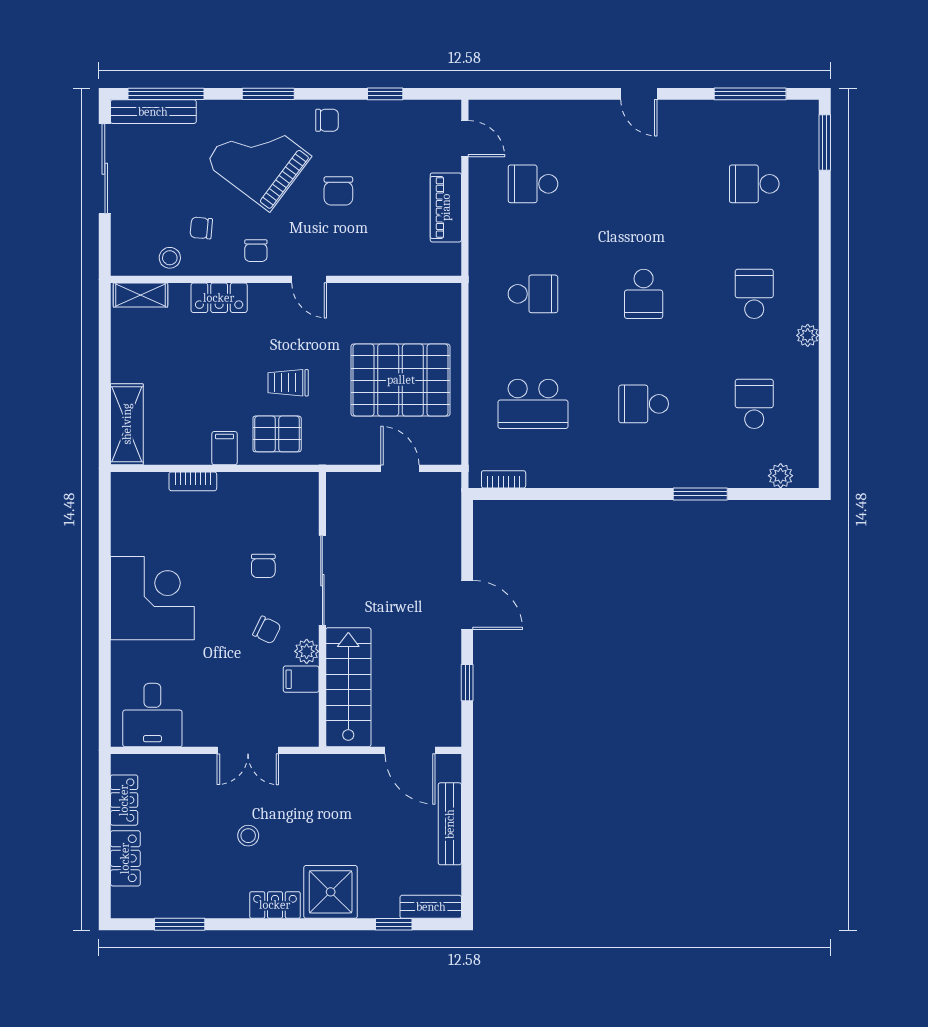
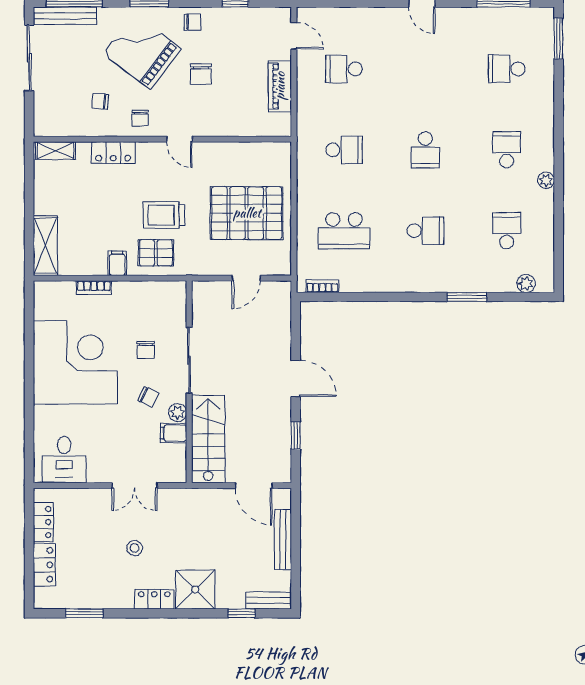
stool: (170, 258) -> (77, 123), removed
trolley: (288, 383) -> (164, 215), width x1.36, depth x1.39
school desk: (644, 404) -> (425, 231), turned 180
door: (400, 468) -> (246, 278), swing flipped
corner desk: (152, 598) -> (75, 362), width x1.36, depth x1.36

